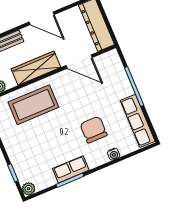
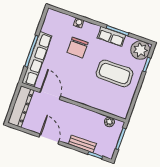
wardrobe: (36, 68) -> (78, 113), removed
coffee table: (33, 105) -> (115, 73), moved
row of seats: (138, 121) -> (37, 59), moved, width x1.36
plant: (29, 189) -> (140, 50), width x1.87, depth x1.87

